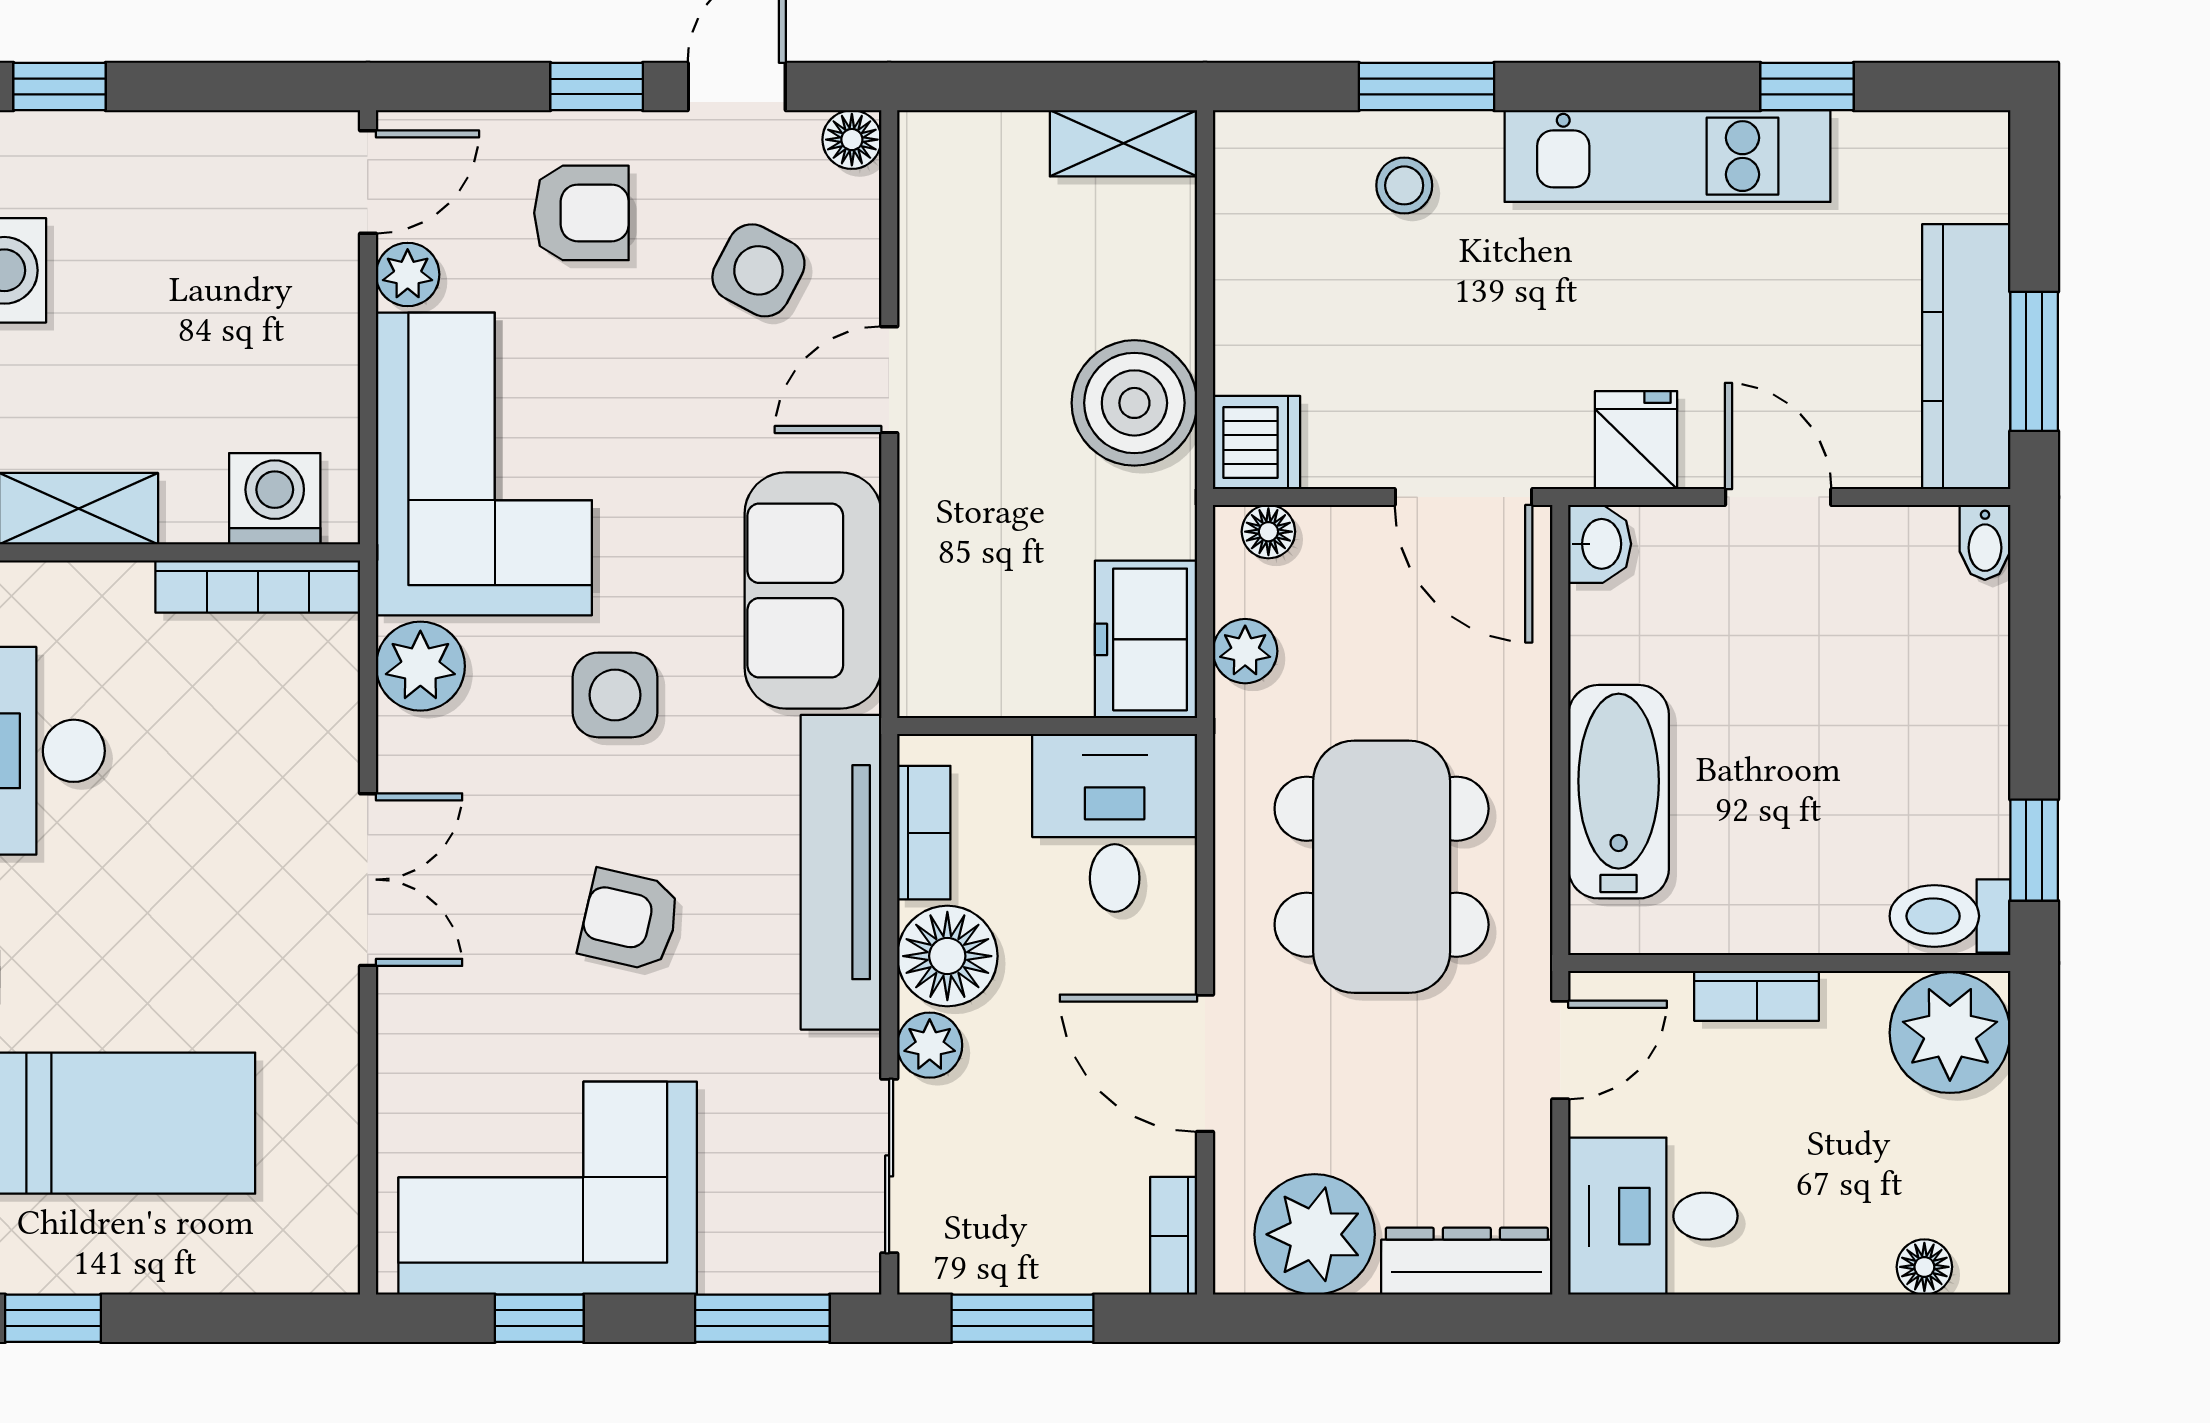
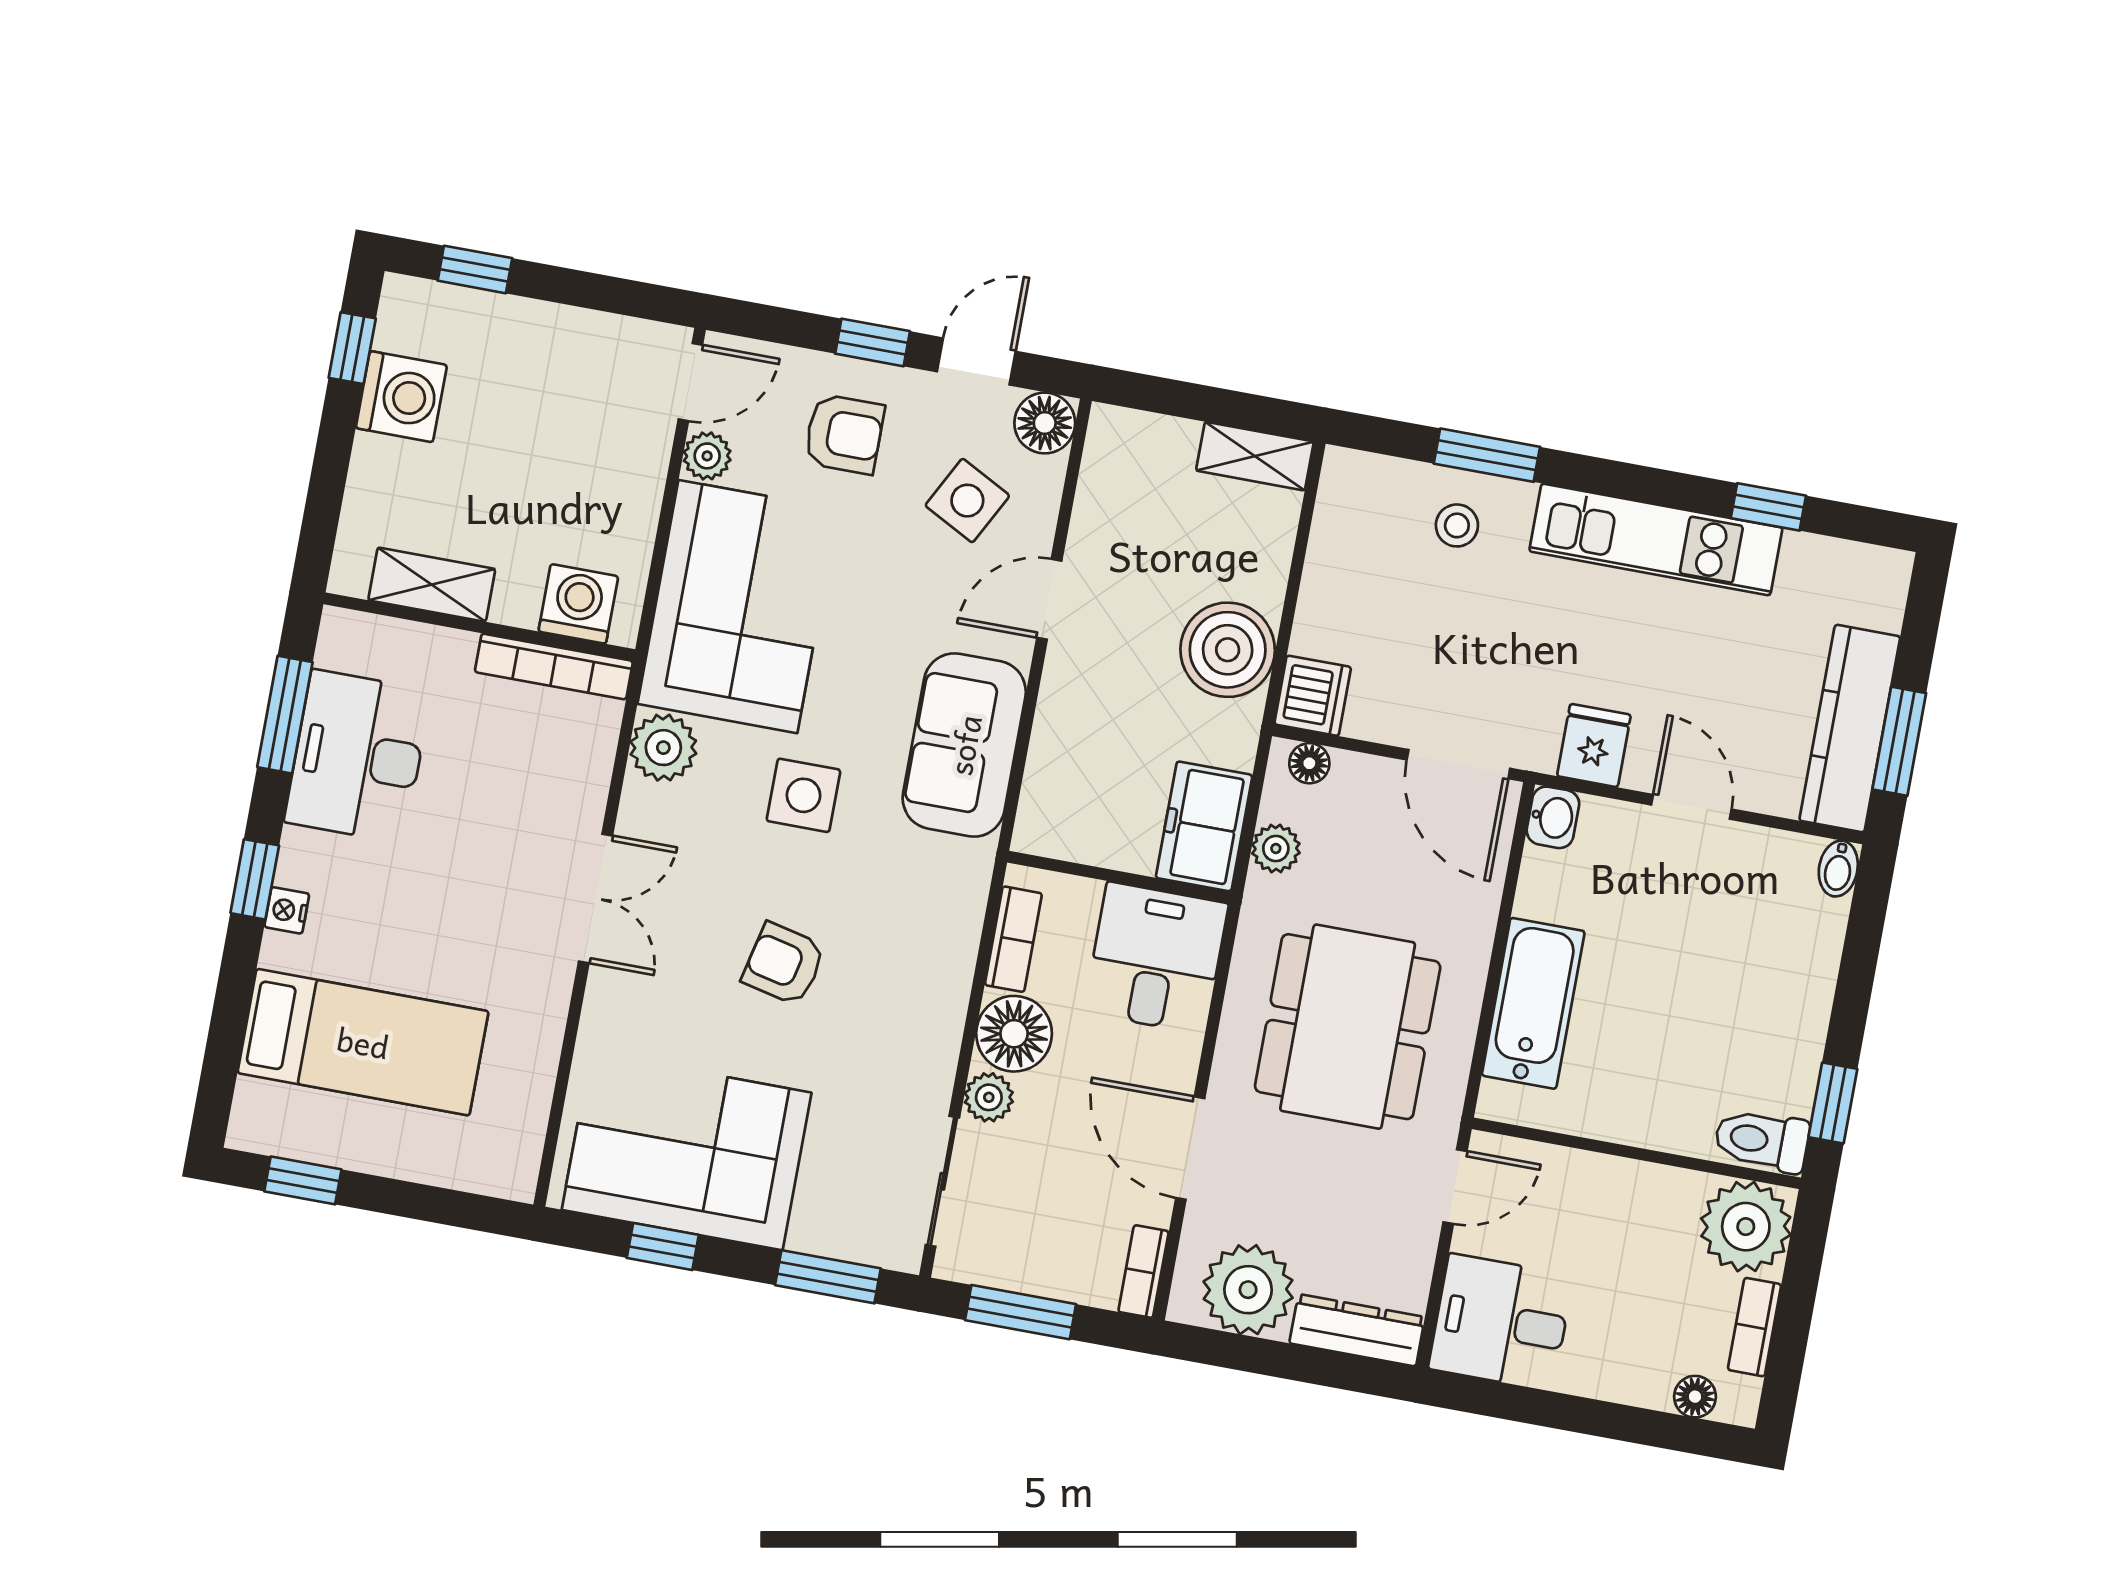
floor lamp: (852, 140) -> (1045, 423), width x1.37, depth x1.37
tv unit: (841, 872) -> (947, 957), removed
bookcase: (1757, 996) -> (1755, 1327), moved, turned 90

